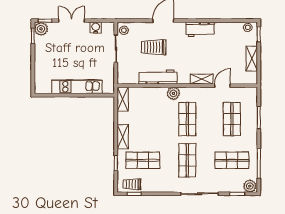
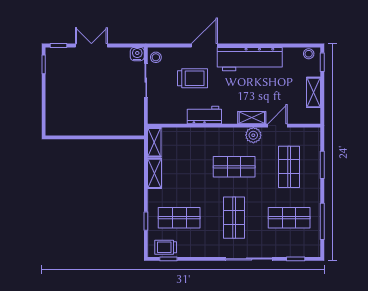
water cooler: (96, 28) -> (137, 54), moved
plant: (41, 29) -> (54, 56), removed
workbench: (200, 29) -> (250, 59), width x1.88, depth x1.32
trolley: (154, 47) -> (193, 78), turned 180
workbench: (158, 77) -> (204, 115), width x0.73
kitchen unit: (77, 87) -> (98, 127), removed
plant: (173, 93) -> (253, 135), moved
shop shelf: (187, 119) -> (234, 167), turned 90
shelving: (123, 137) -> (154, 173), moved
plant: (250, 186) -> (311, 249), removed

